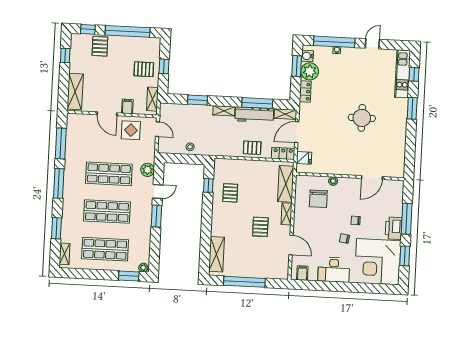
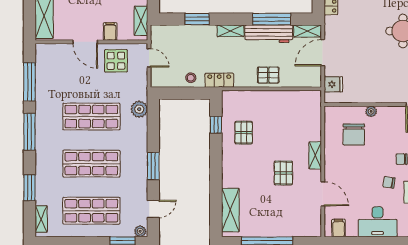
locker: (283, 153) -> (219, 80), moved
shelving: (286, 184) -> (312, 118), removed
door: (158, 191) -> (153, 209), moved

